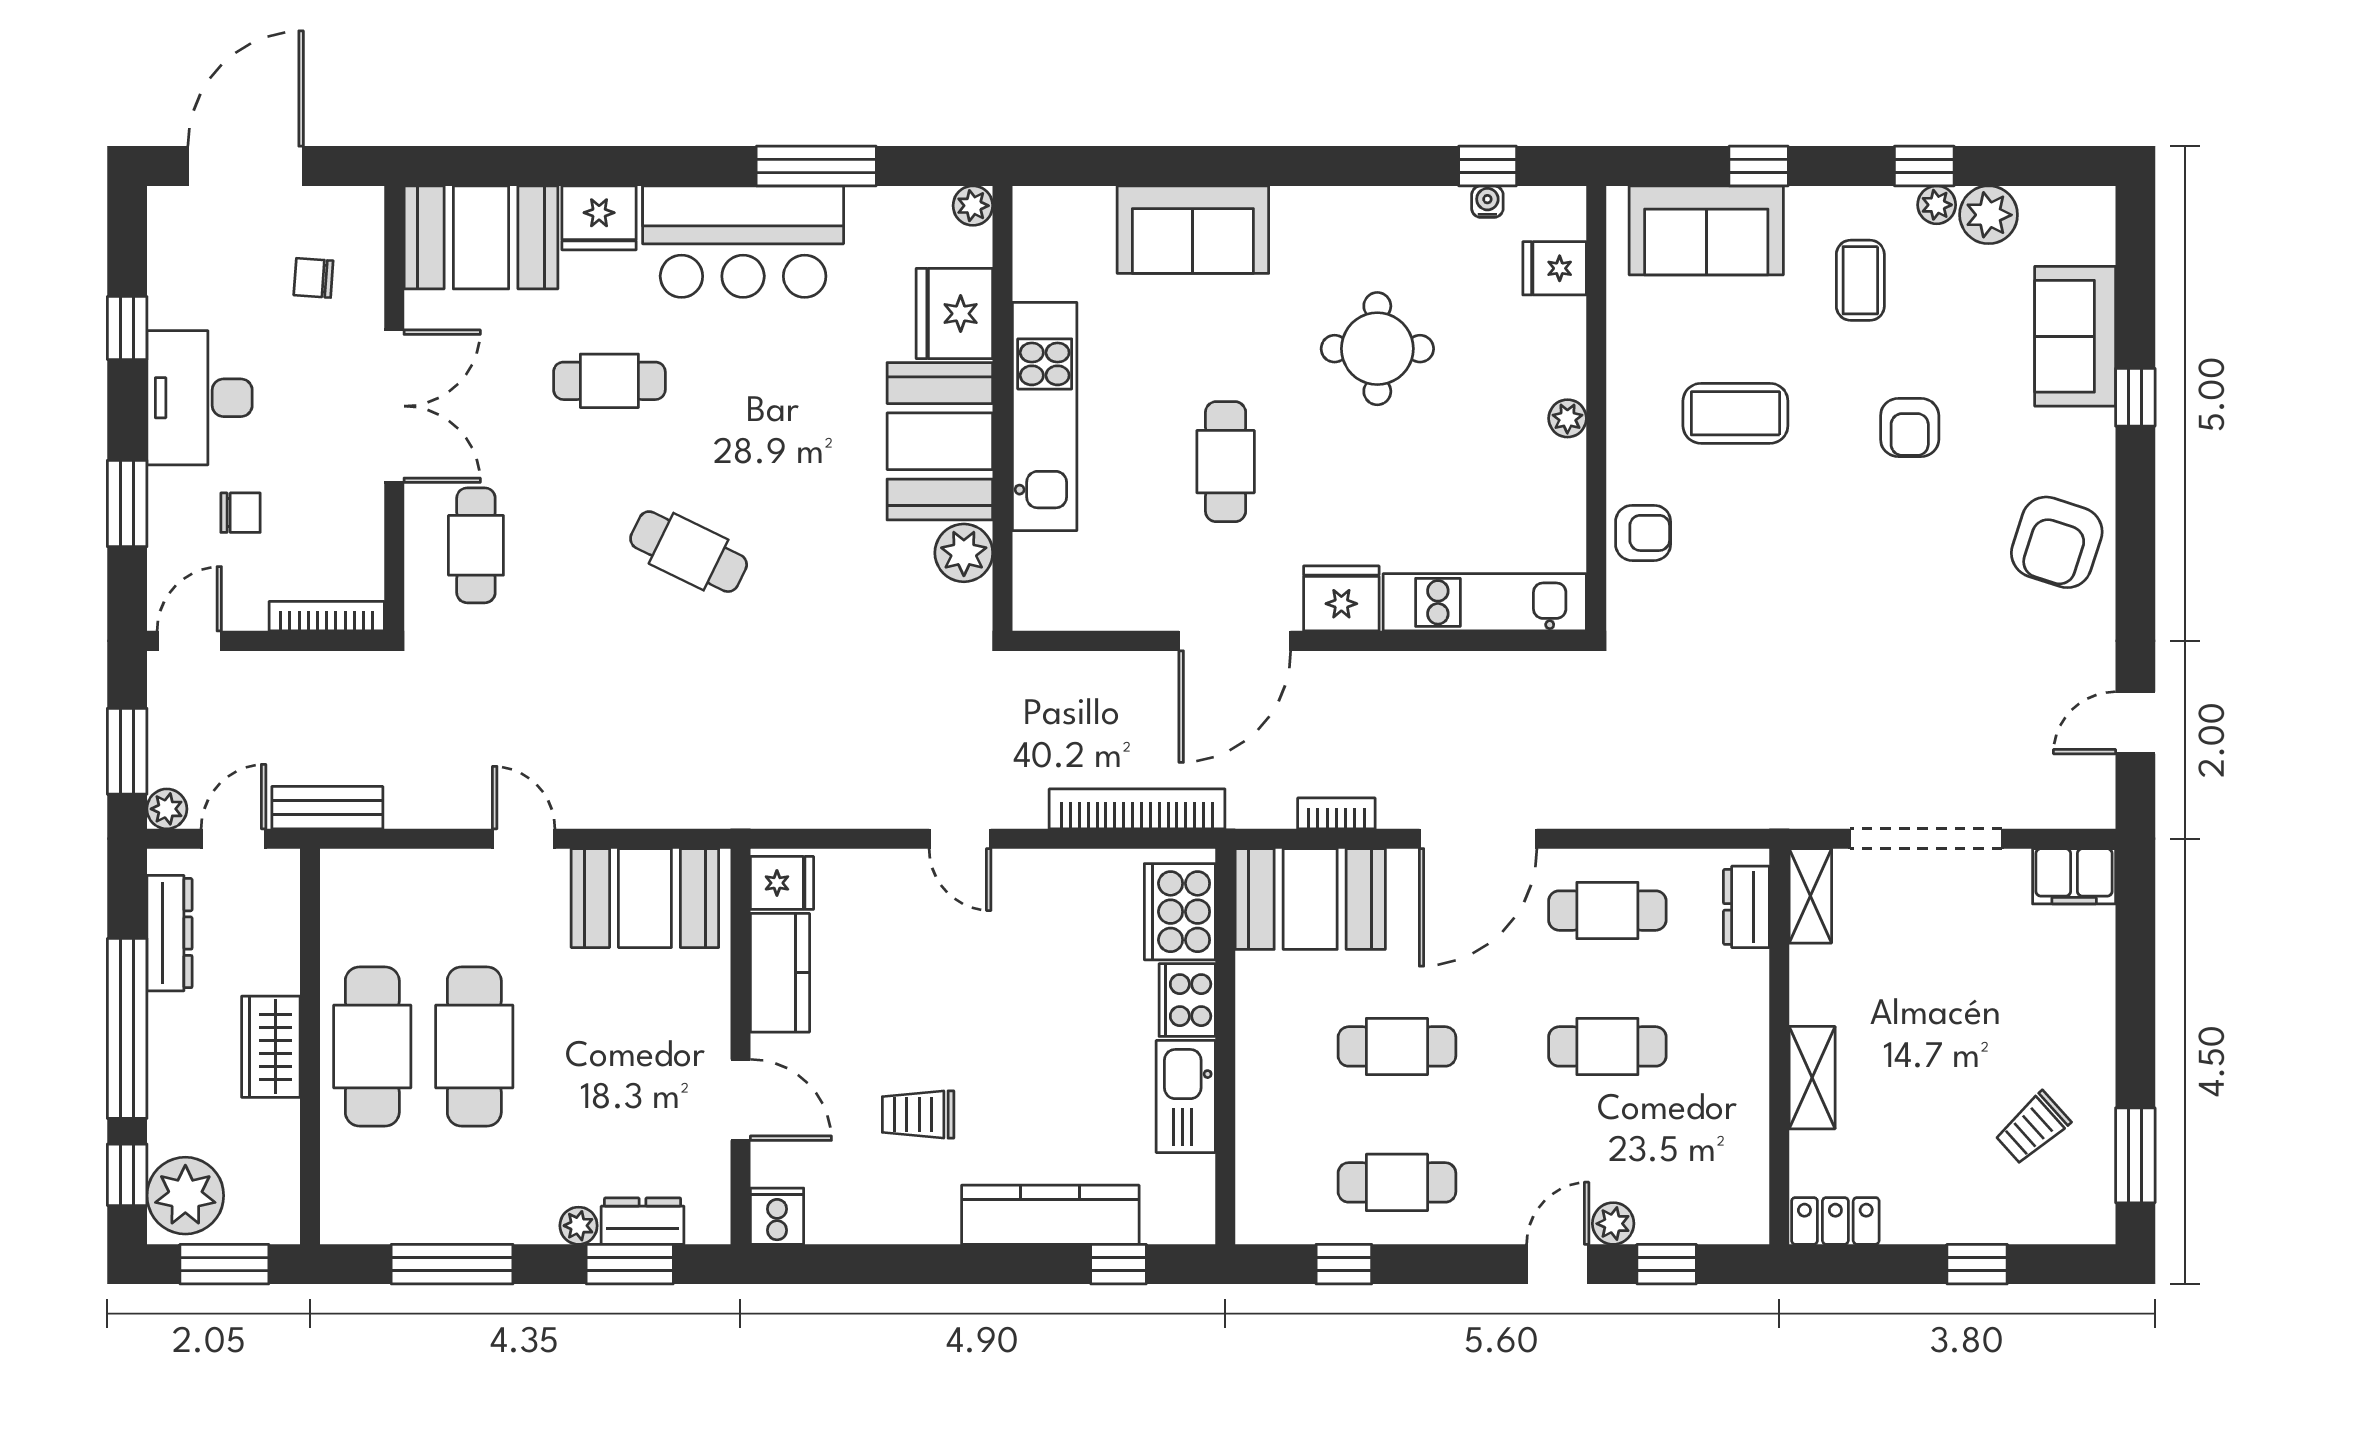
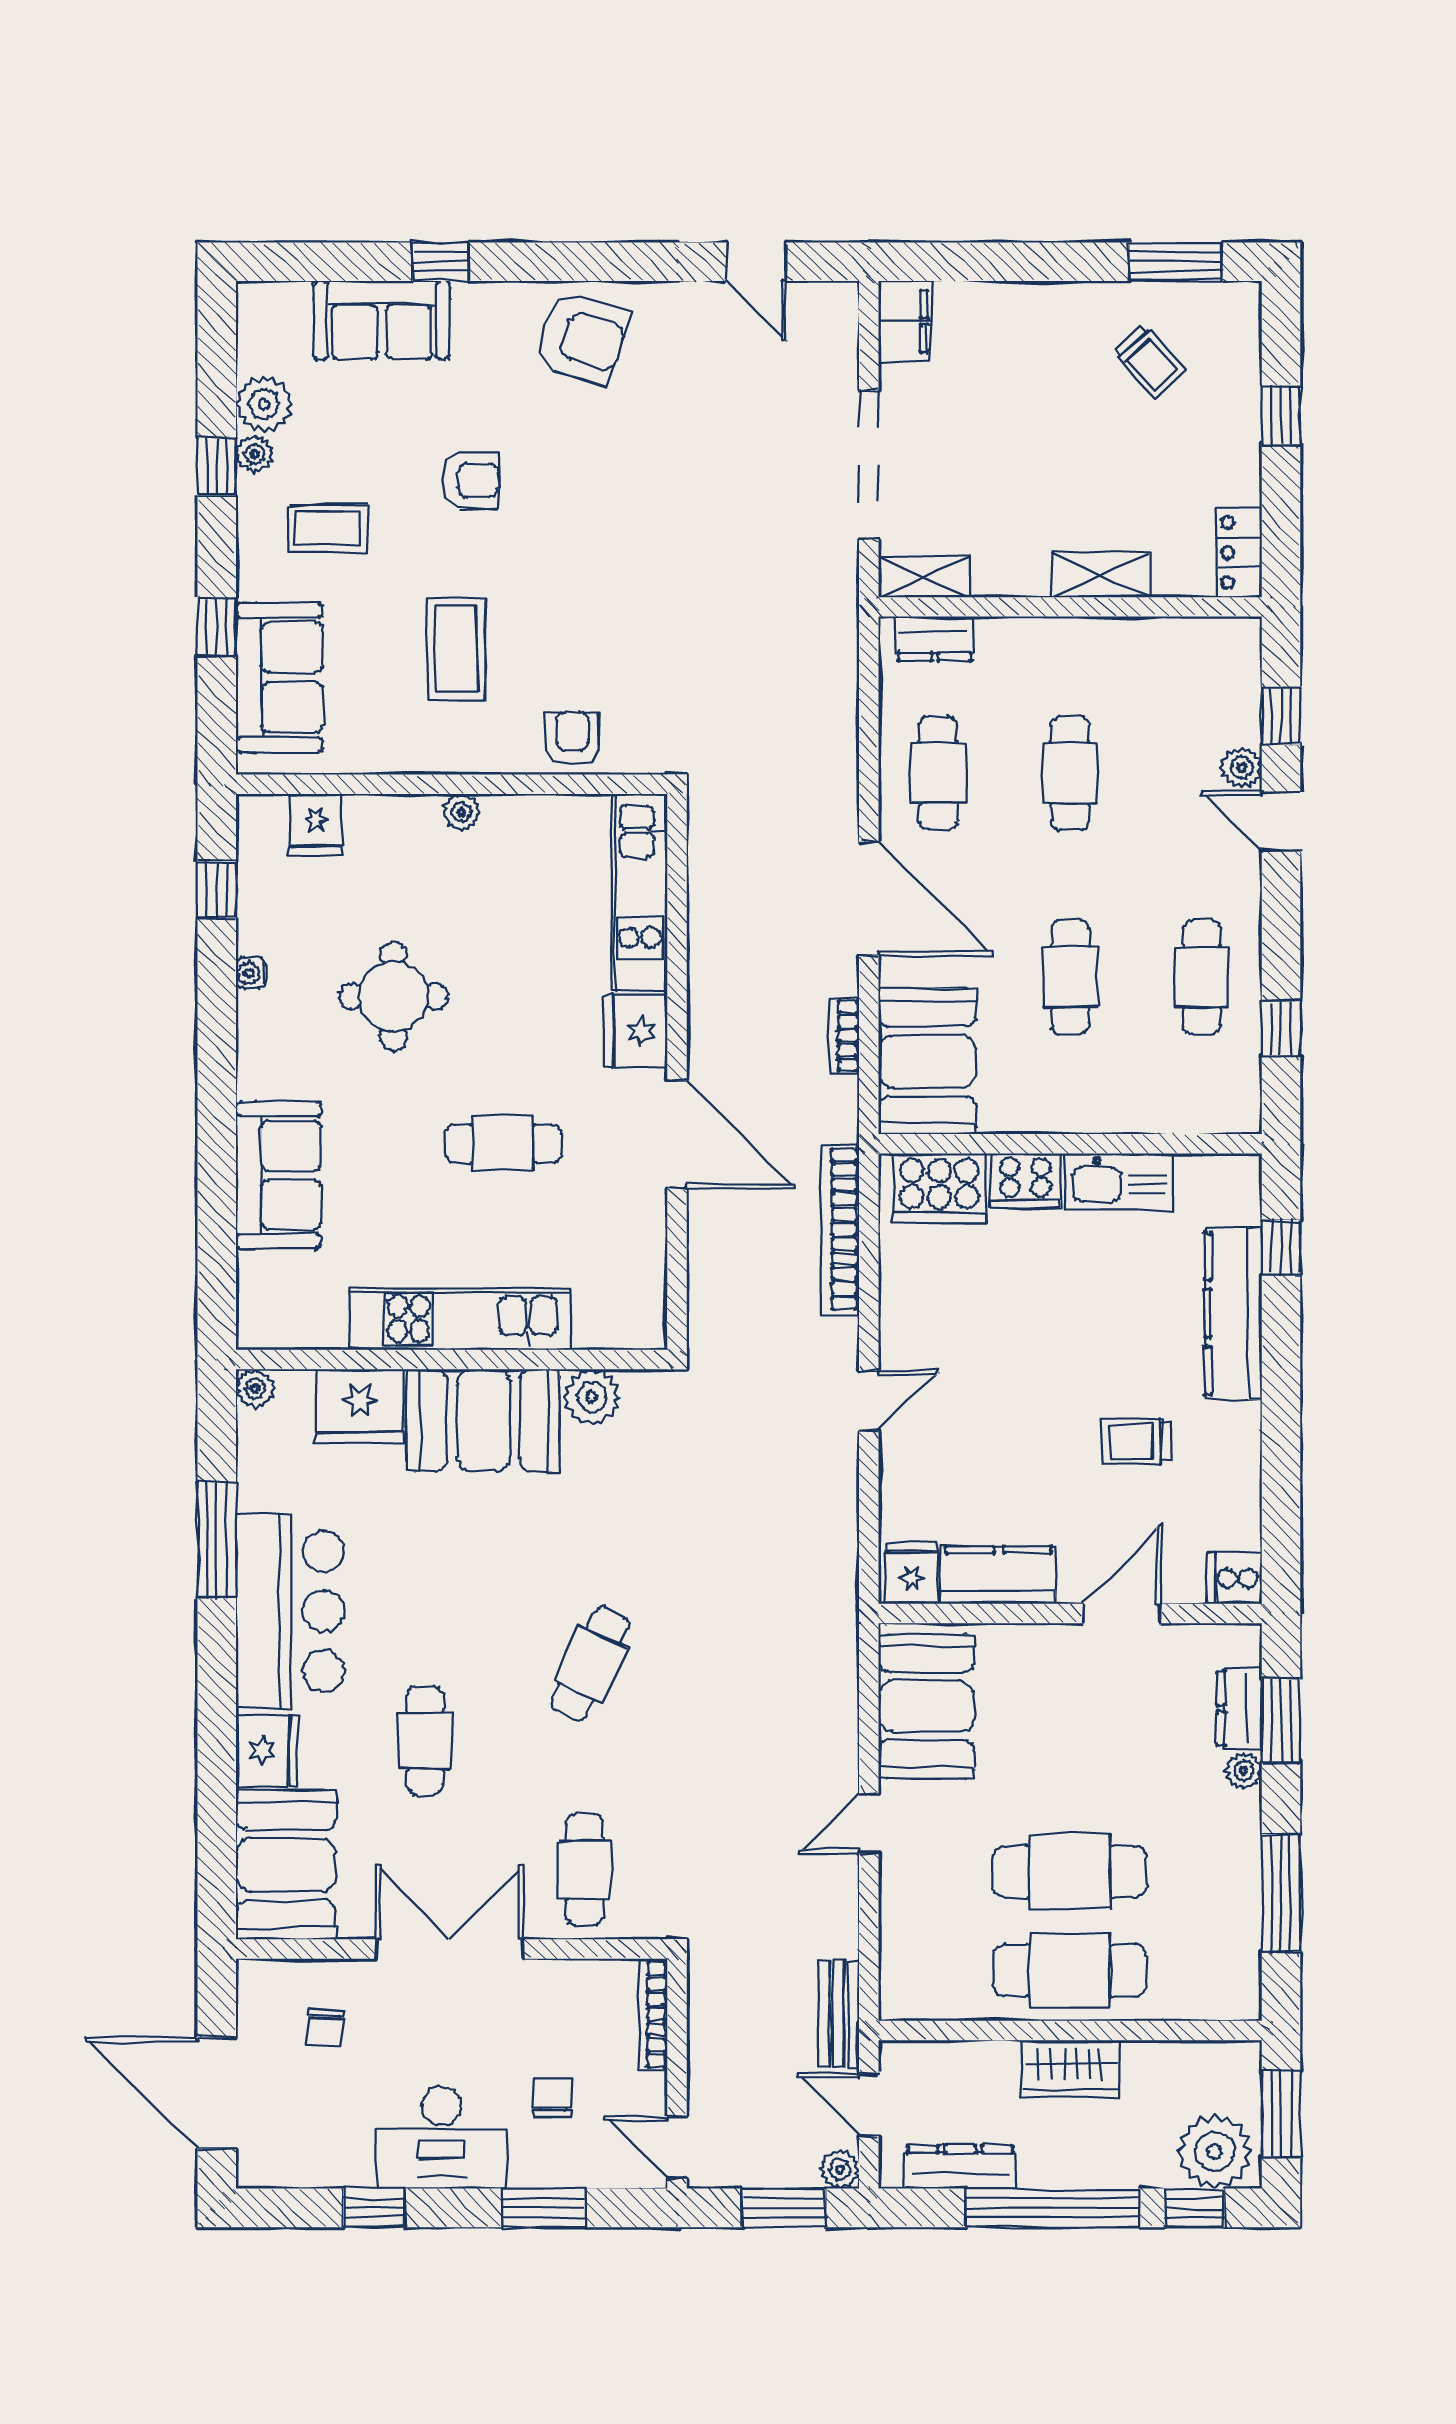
water cooler: (1487, 202) -> (251, 973), moved
cafe table: (476, 545) -> (584, 1870), turned 90
trolley: (918, 1115) -> (1136, 1441), turned 90

